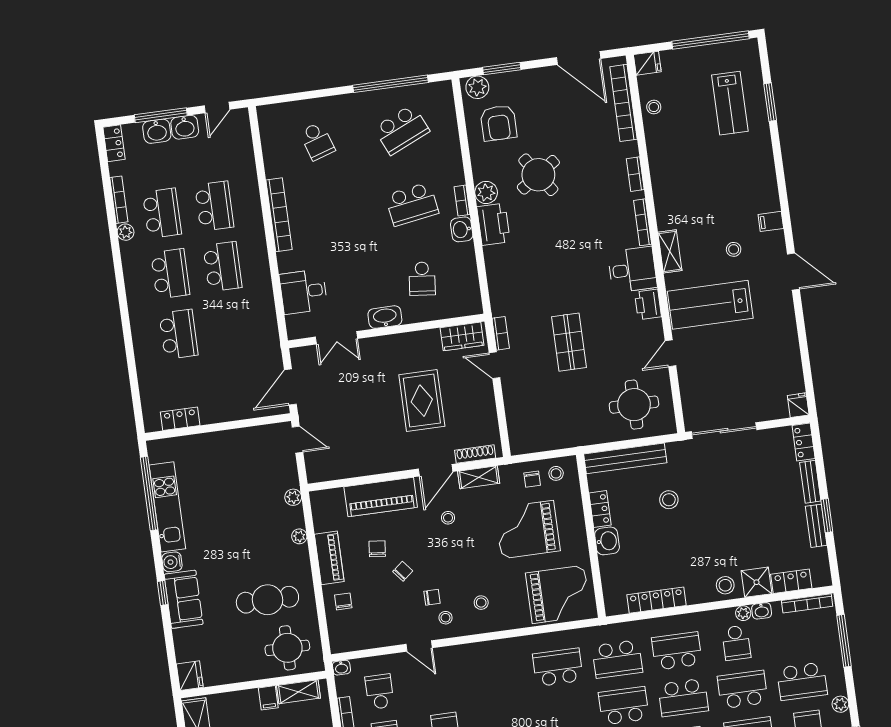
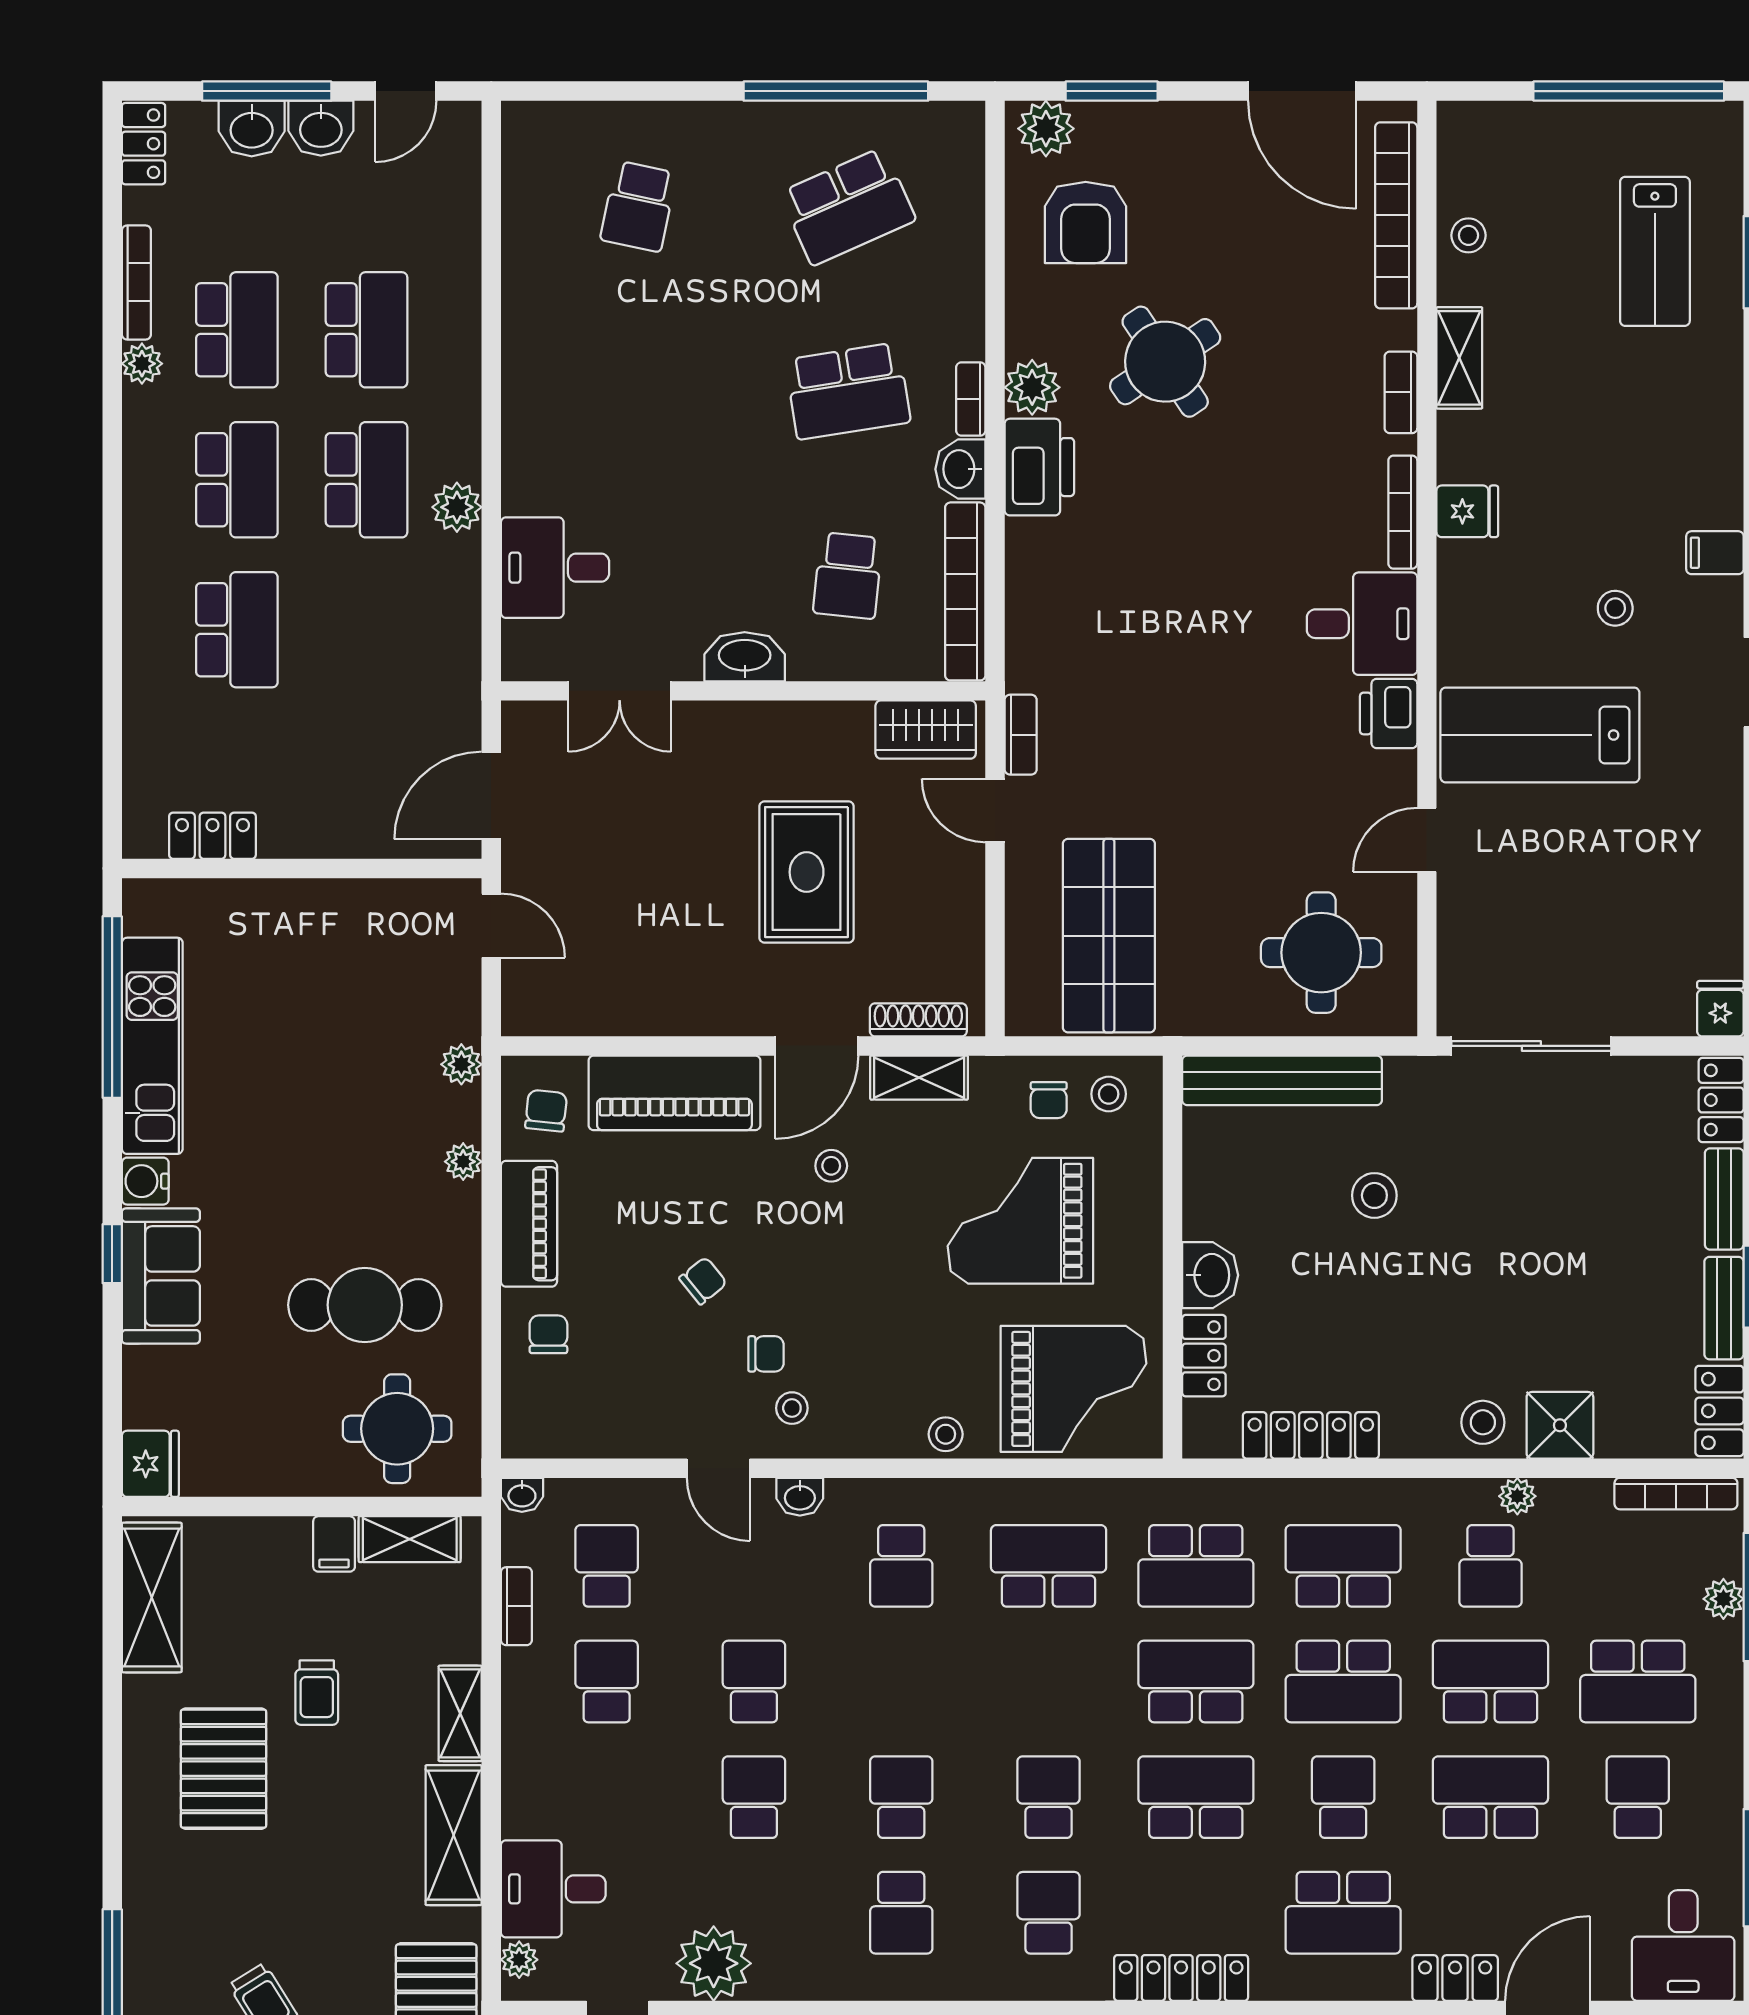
fridge: (647, 63) -> (1467, 511), moved
school desk: (317, 141) -> (638, 206), turned 30
bookcase: (279, 215) -> (965, 591), moved, turned 180
shelving: (670, 251) -> (1459, 358), moved
plant: (261, 273) -> (457, 507), added
shop shelf: (569, 342) -> (1109, 936), moved, width x1.43, depth x1.36
locker: (600, 509) -> (1204, 1356), moved
chair: (377, 549) -> (546, 1111), moved
locker: (791, 581) -> (1719, 1411), moved, turned -90
stool: (481, 603) -> (946, 1434), moved
washbasin: (762, 611) -> (800, 1497), moved
school desk: (498, 675) -> (901, 1566), added
plant: (840, 704) -> (1723, 1599), moved

